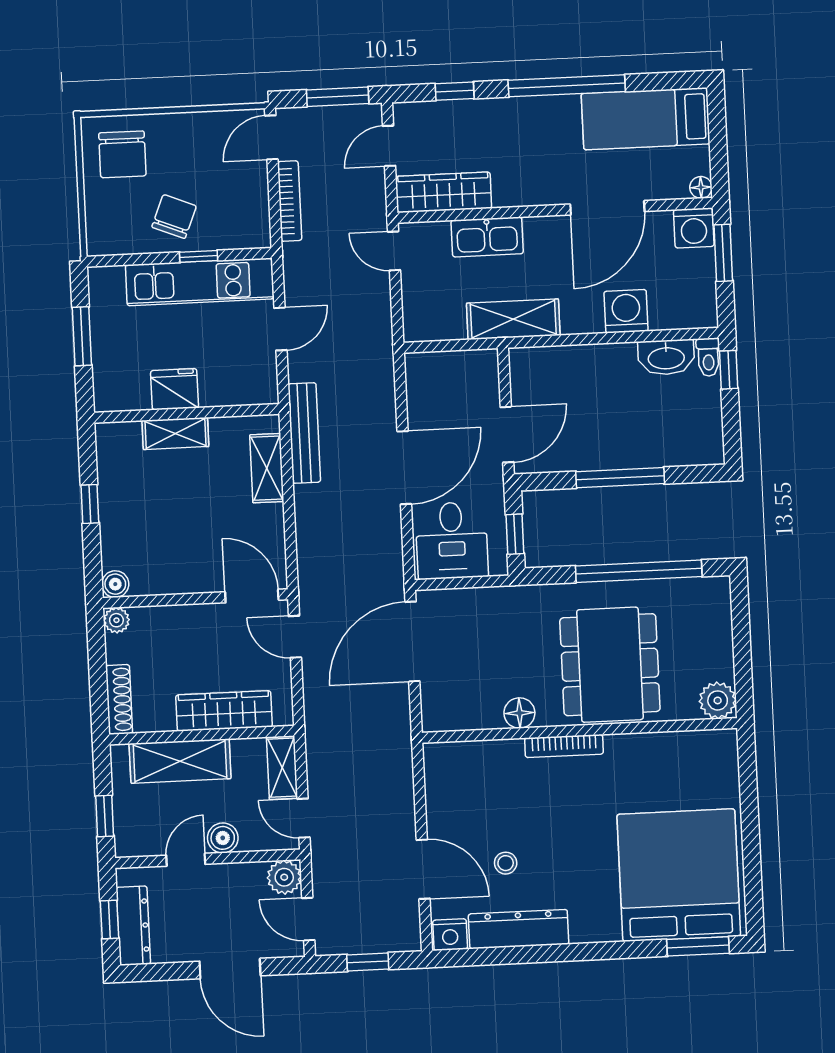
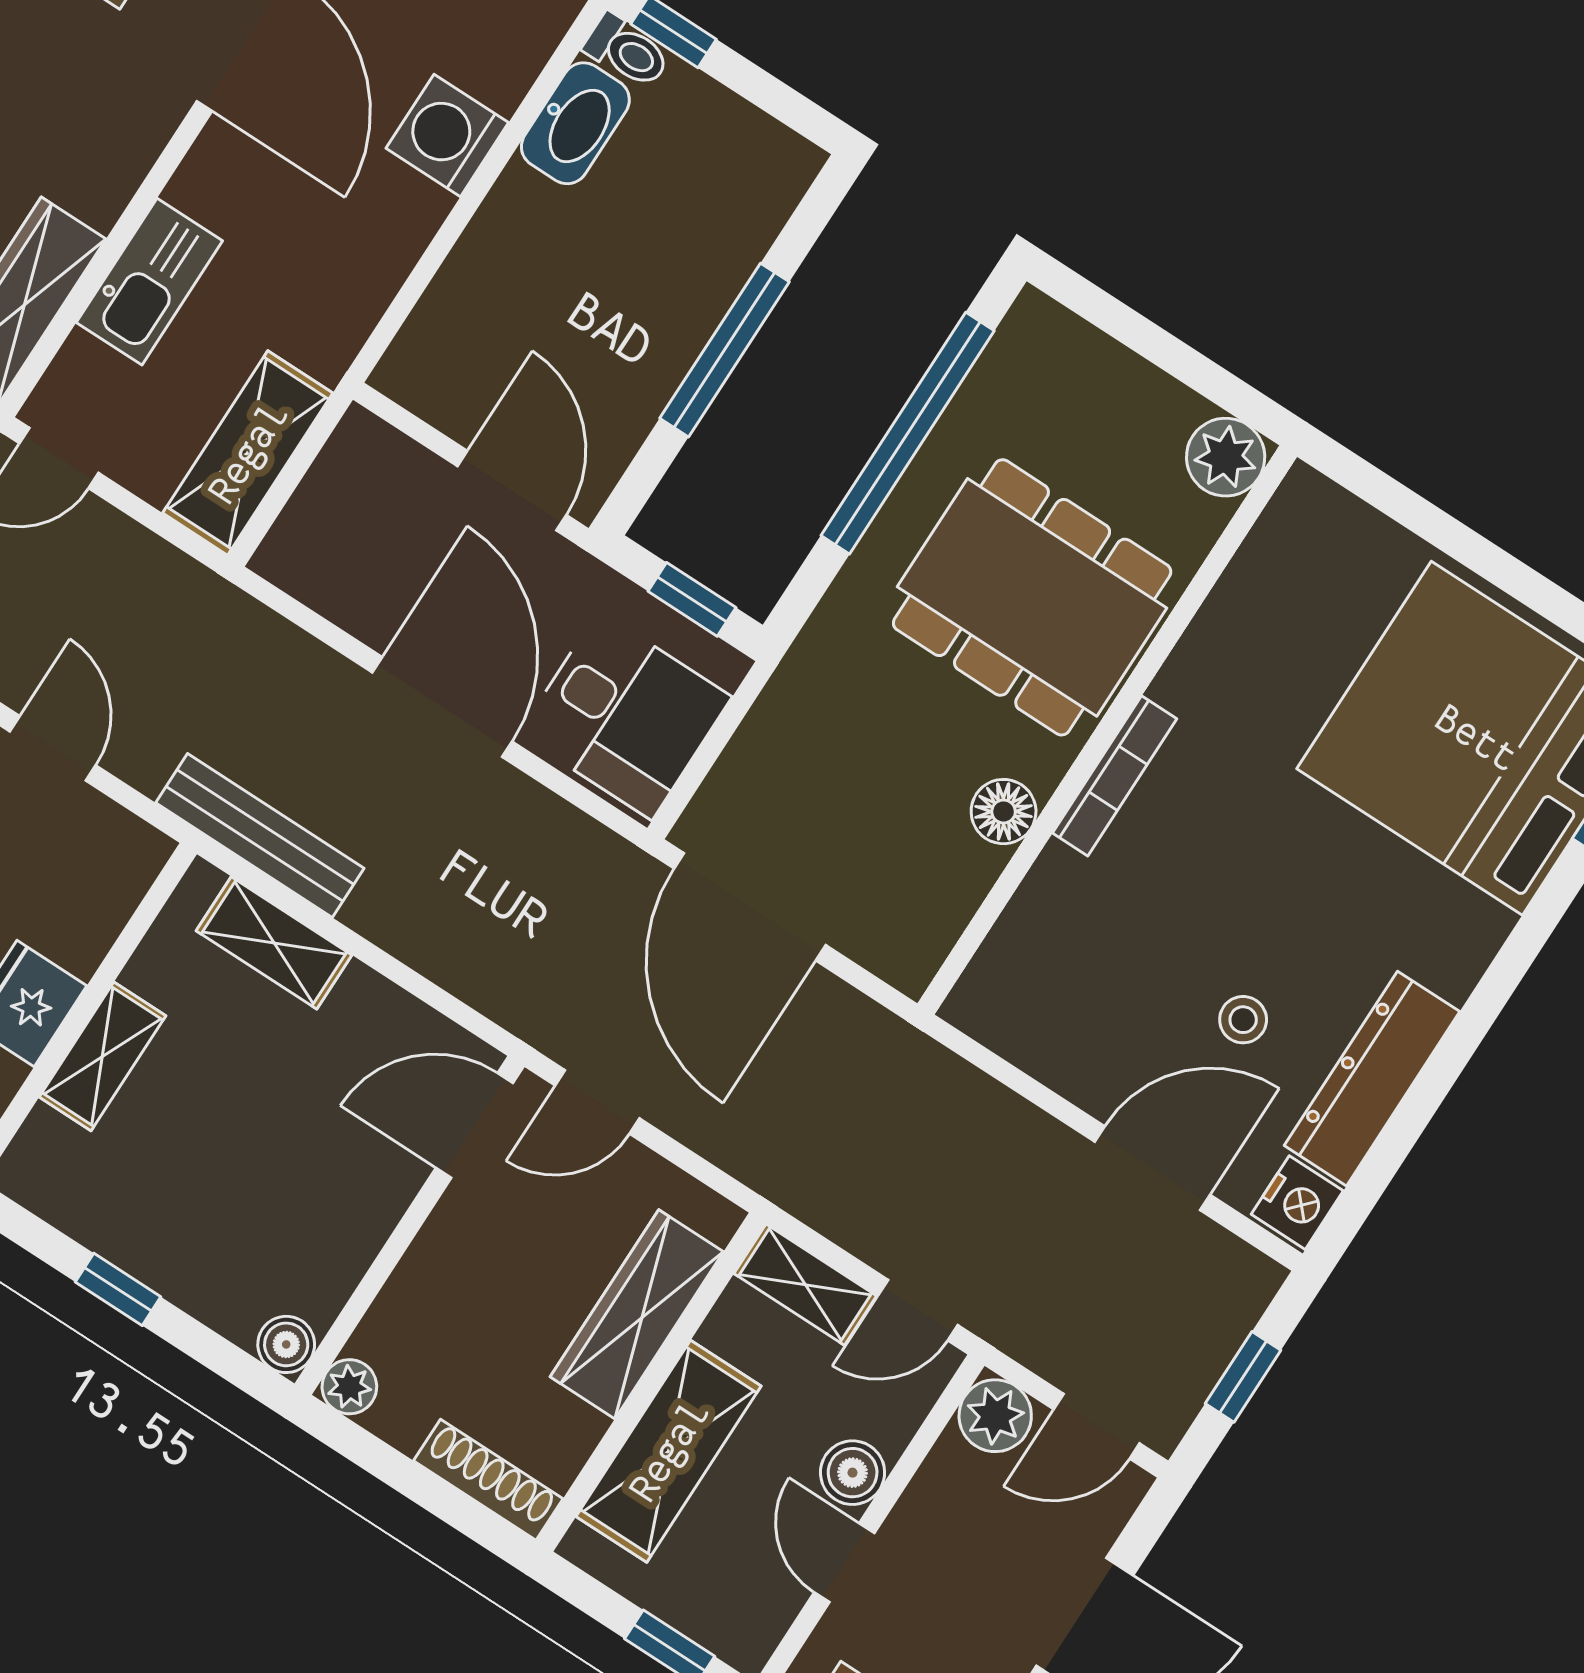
shelving: (513, 319) -> (248, 453), moved

